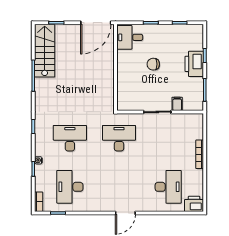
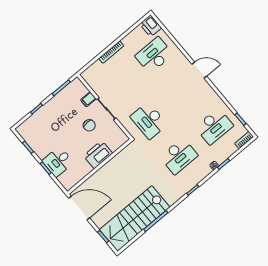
desk: (130, 37) -> (58, 162), moved, turned 90
stairs: (45, 51) -> (135, 218), width x1.36, depth x1.51
chair: (153, 64) -> (89, 125), moved
printer: (194, 64) -> (98, 155), moved, turned 180
desk: (70, 138) -> (179, 156), turned -90

